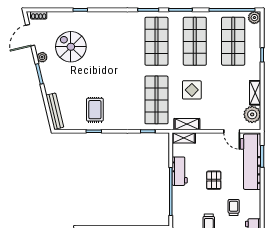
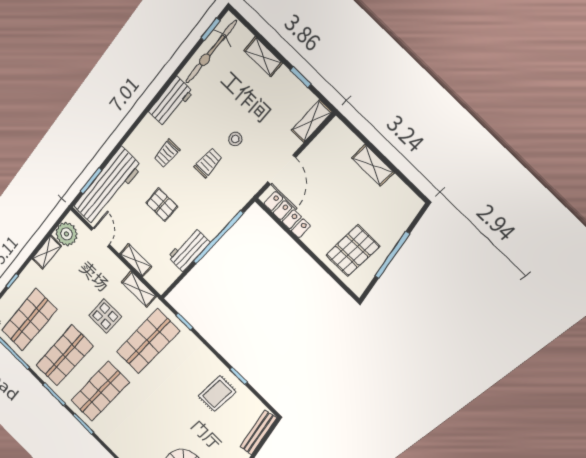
shelving: (184, 138) -> (136, 260), moved
pallet: (214, 180) -> (162, 205), turned 90

